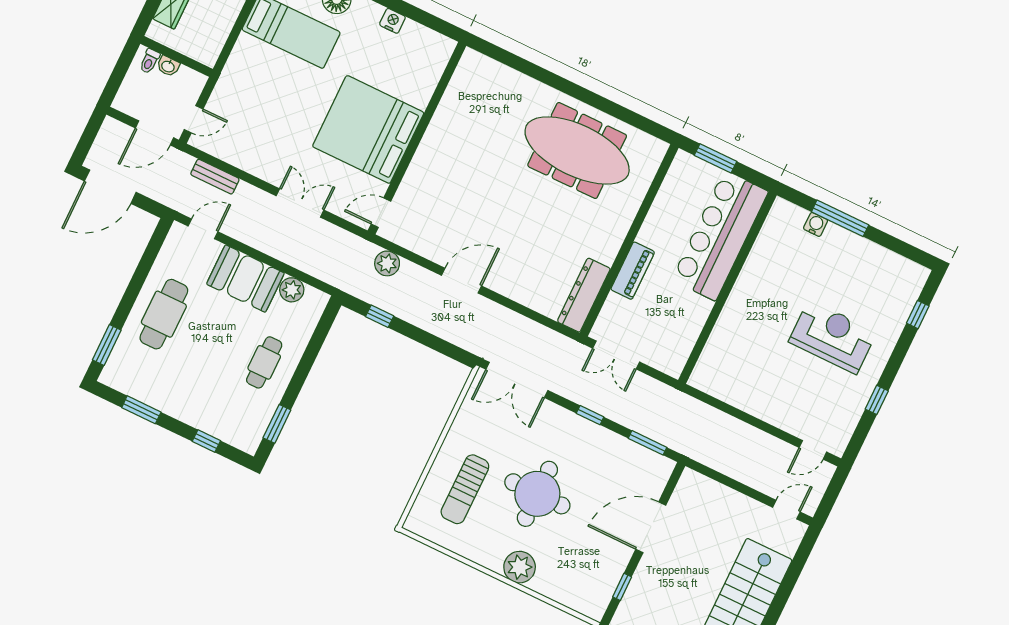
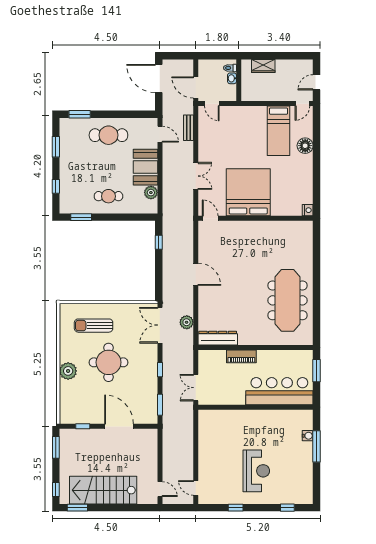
nightstand: (392, 21) -> (308, 210), moved
plant: (387, 263) -> (187, 322), moved
double door: (616, 355) -> (196, 388), moved

